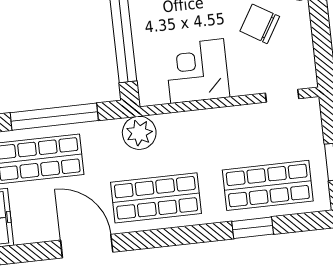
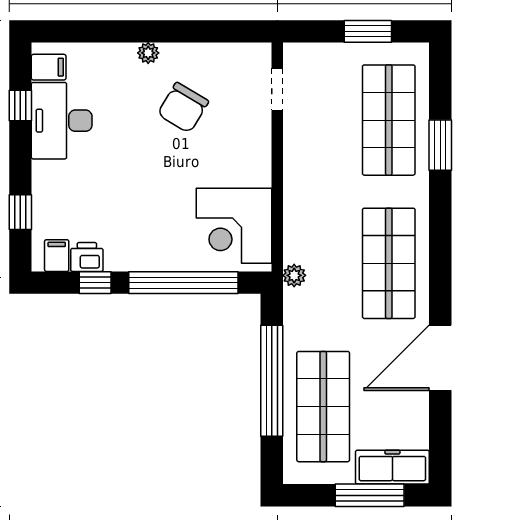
corner desk: (197, 71) -> (234, 226), moved
plant: (139, 133) -> (294, 275), width x0.53, depth x0.53

